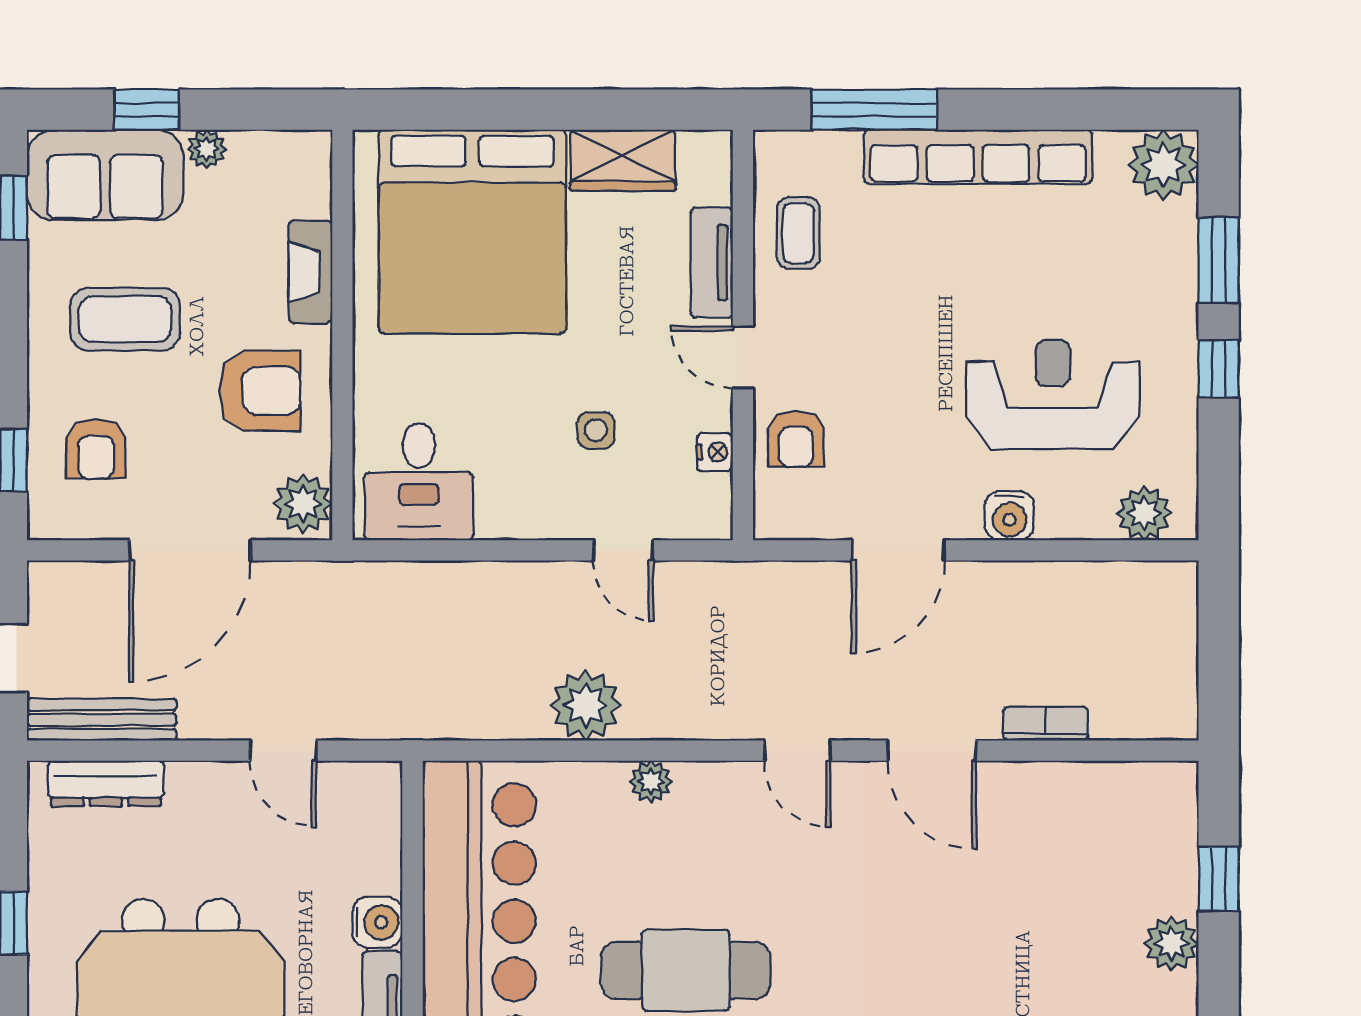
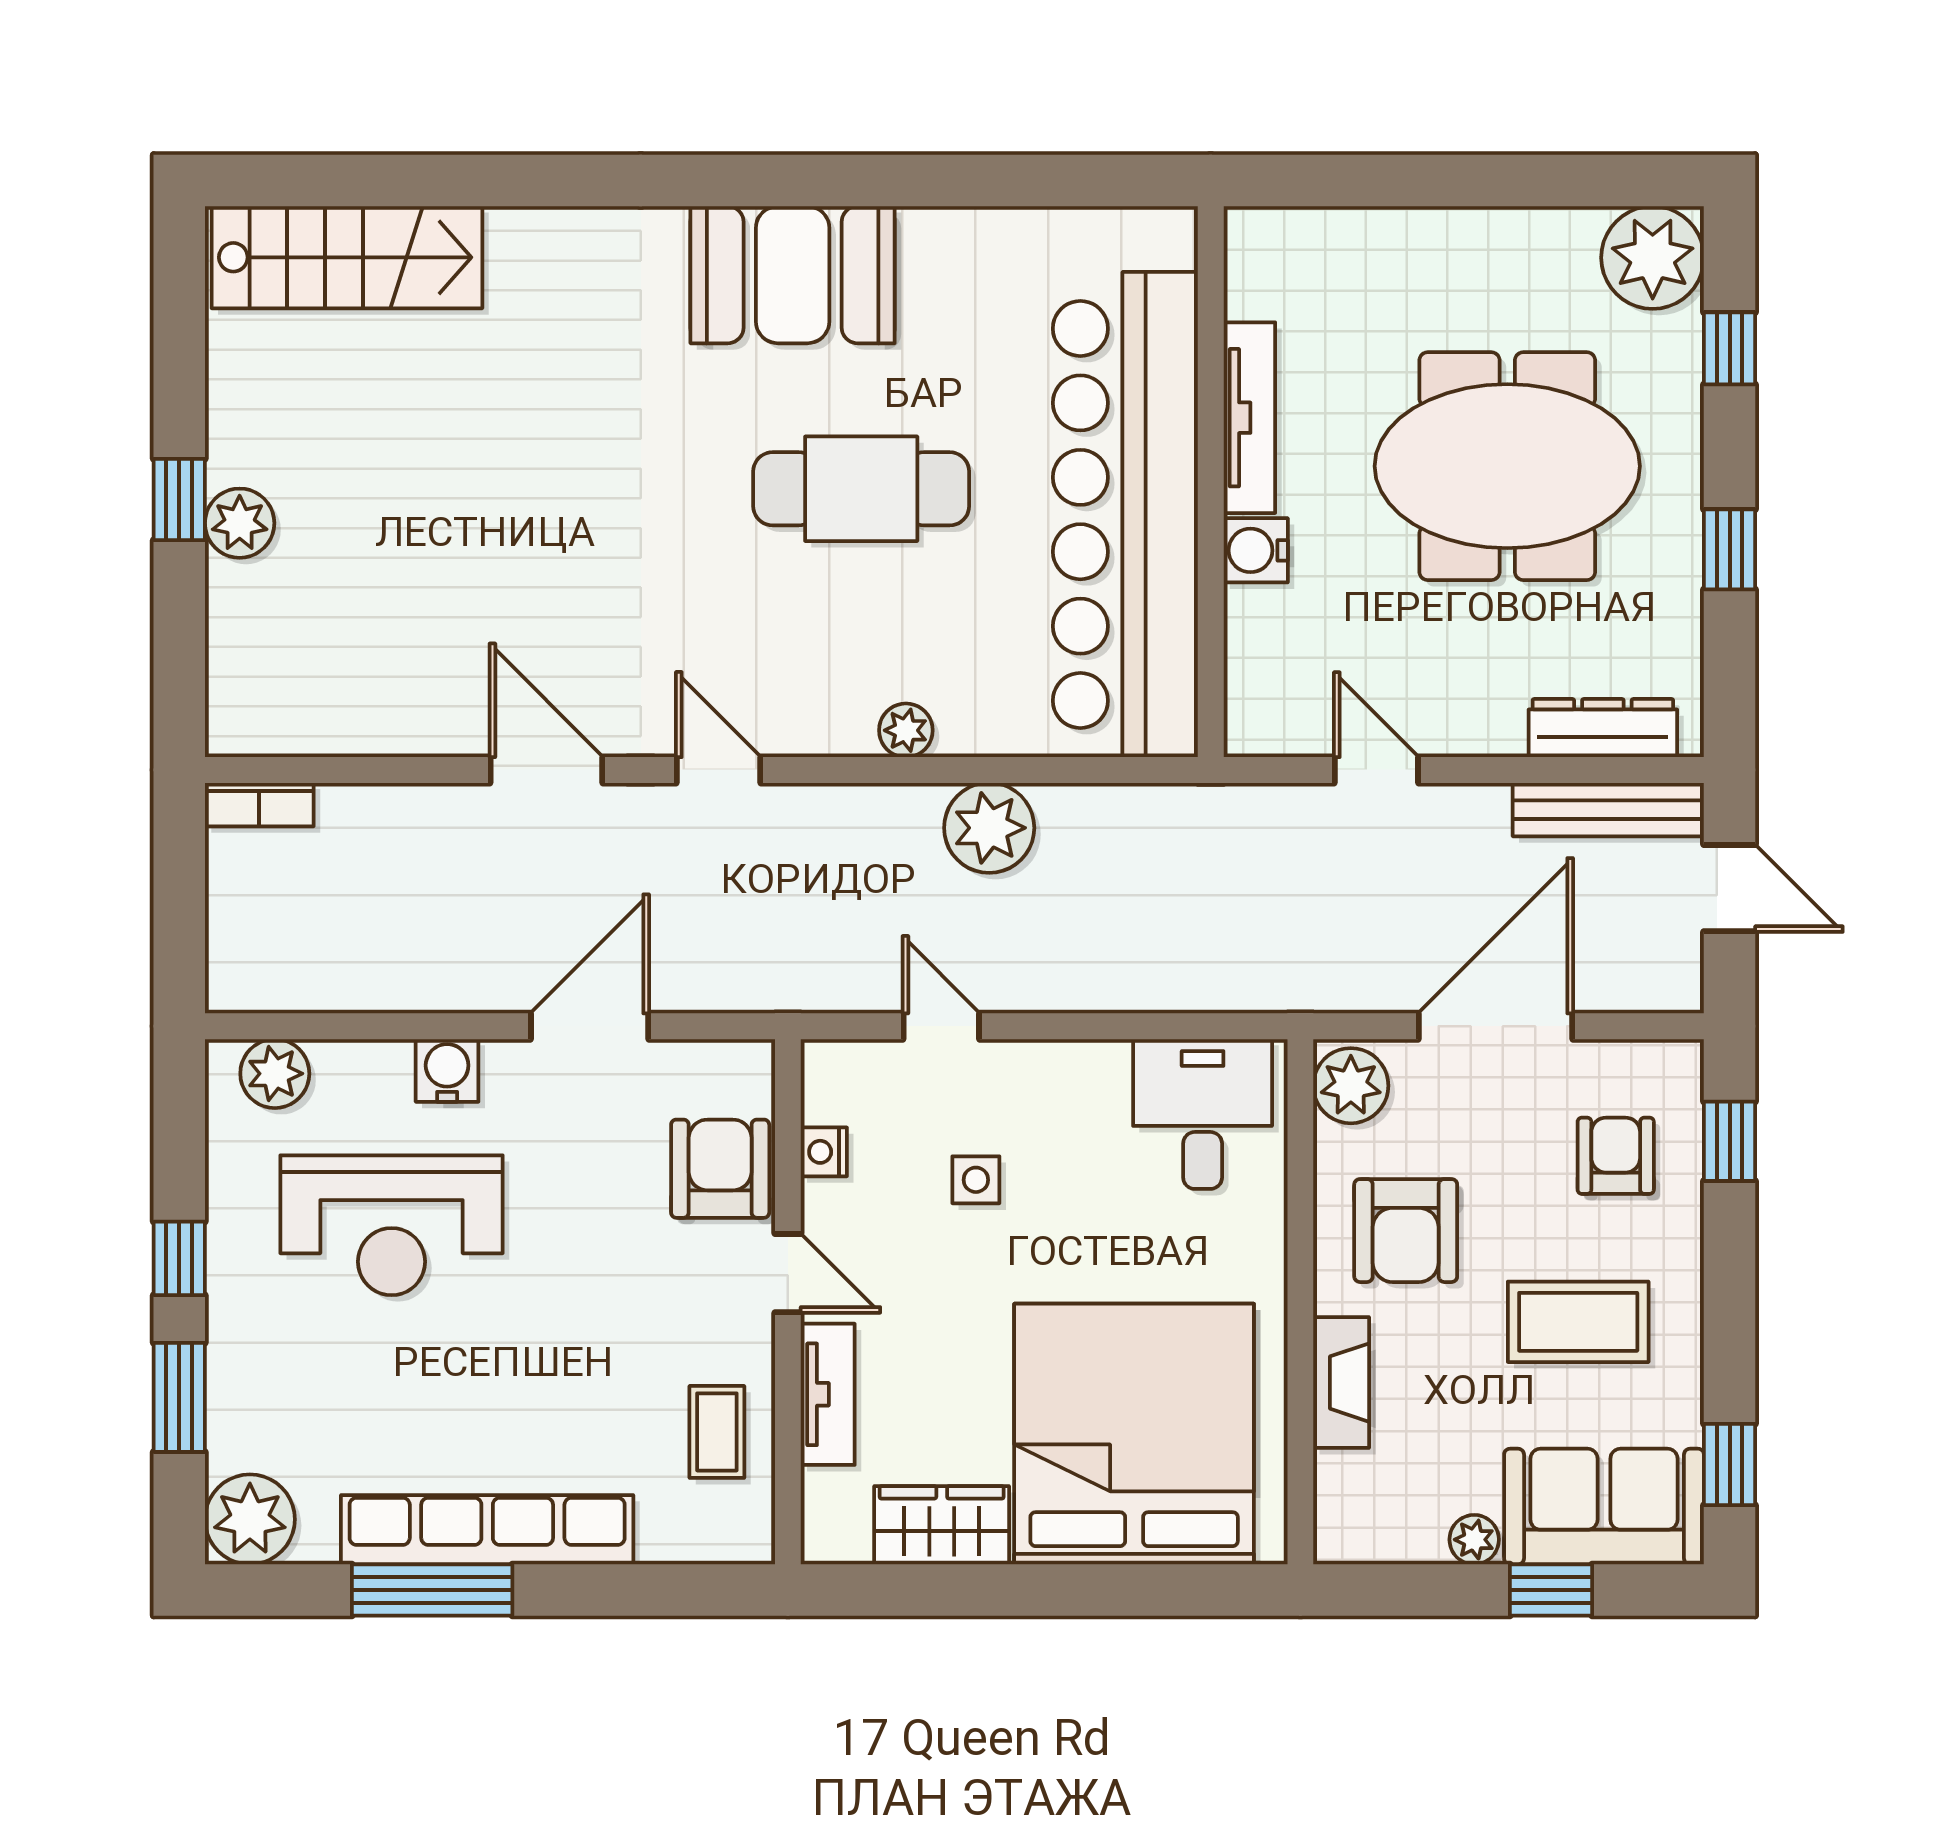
window: (874, 110) -> (432, 1590), moved
armchair: (260, 391) -> (1406, 1231), turned -90
armchair: (796, 439) -> (720, 1169), width x1.38, depth x1.38
bookcase: (1046, 724) -> (259, 805), moved
window: (1219, 879) -> (179, 500), moved

